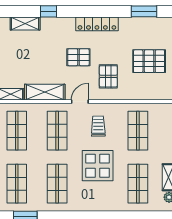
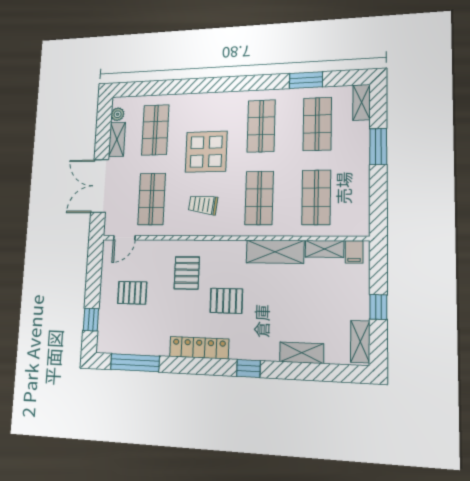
window: (49, 11) -> (248, 369), moved
window: (144, 11) -> (135, 363), width x1.44
pallet: (149, 61) -> (132, 293), width x0.67, depth x0.71
door: (80, 102) -> (124, 238), moved
trolley: (98, 126) -> (203, 205), turned 98

